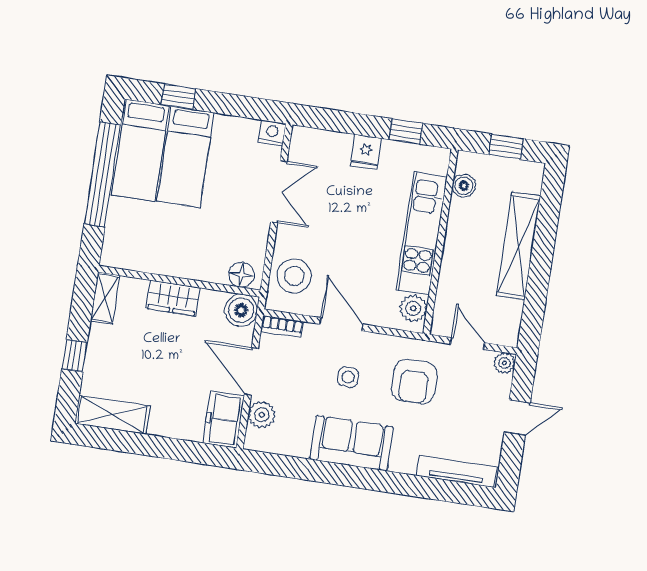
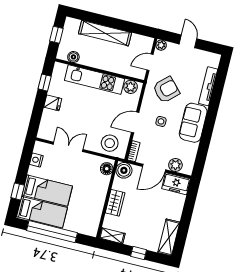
nightstand: (272, 133) -> (36, 160), moved
armchair: (414, 382) -> (166, 90), turned -43
tv unit: (457, 471) -> (208, 86), moved

